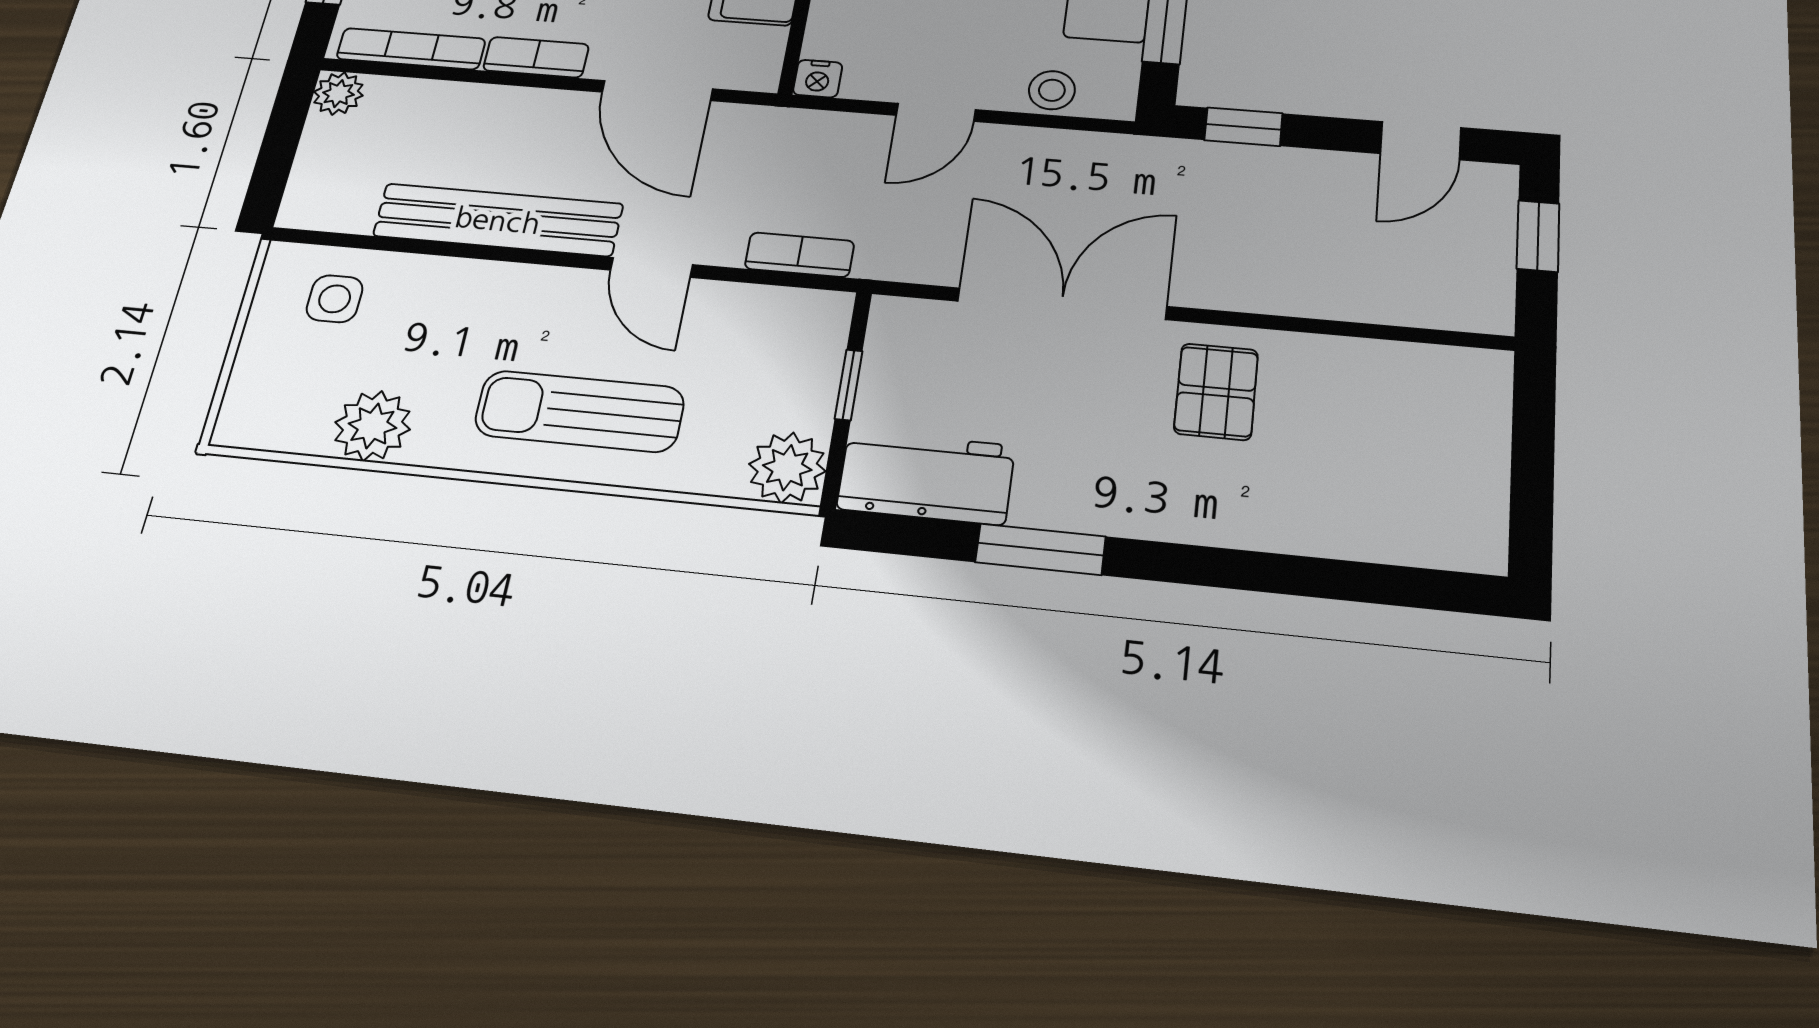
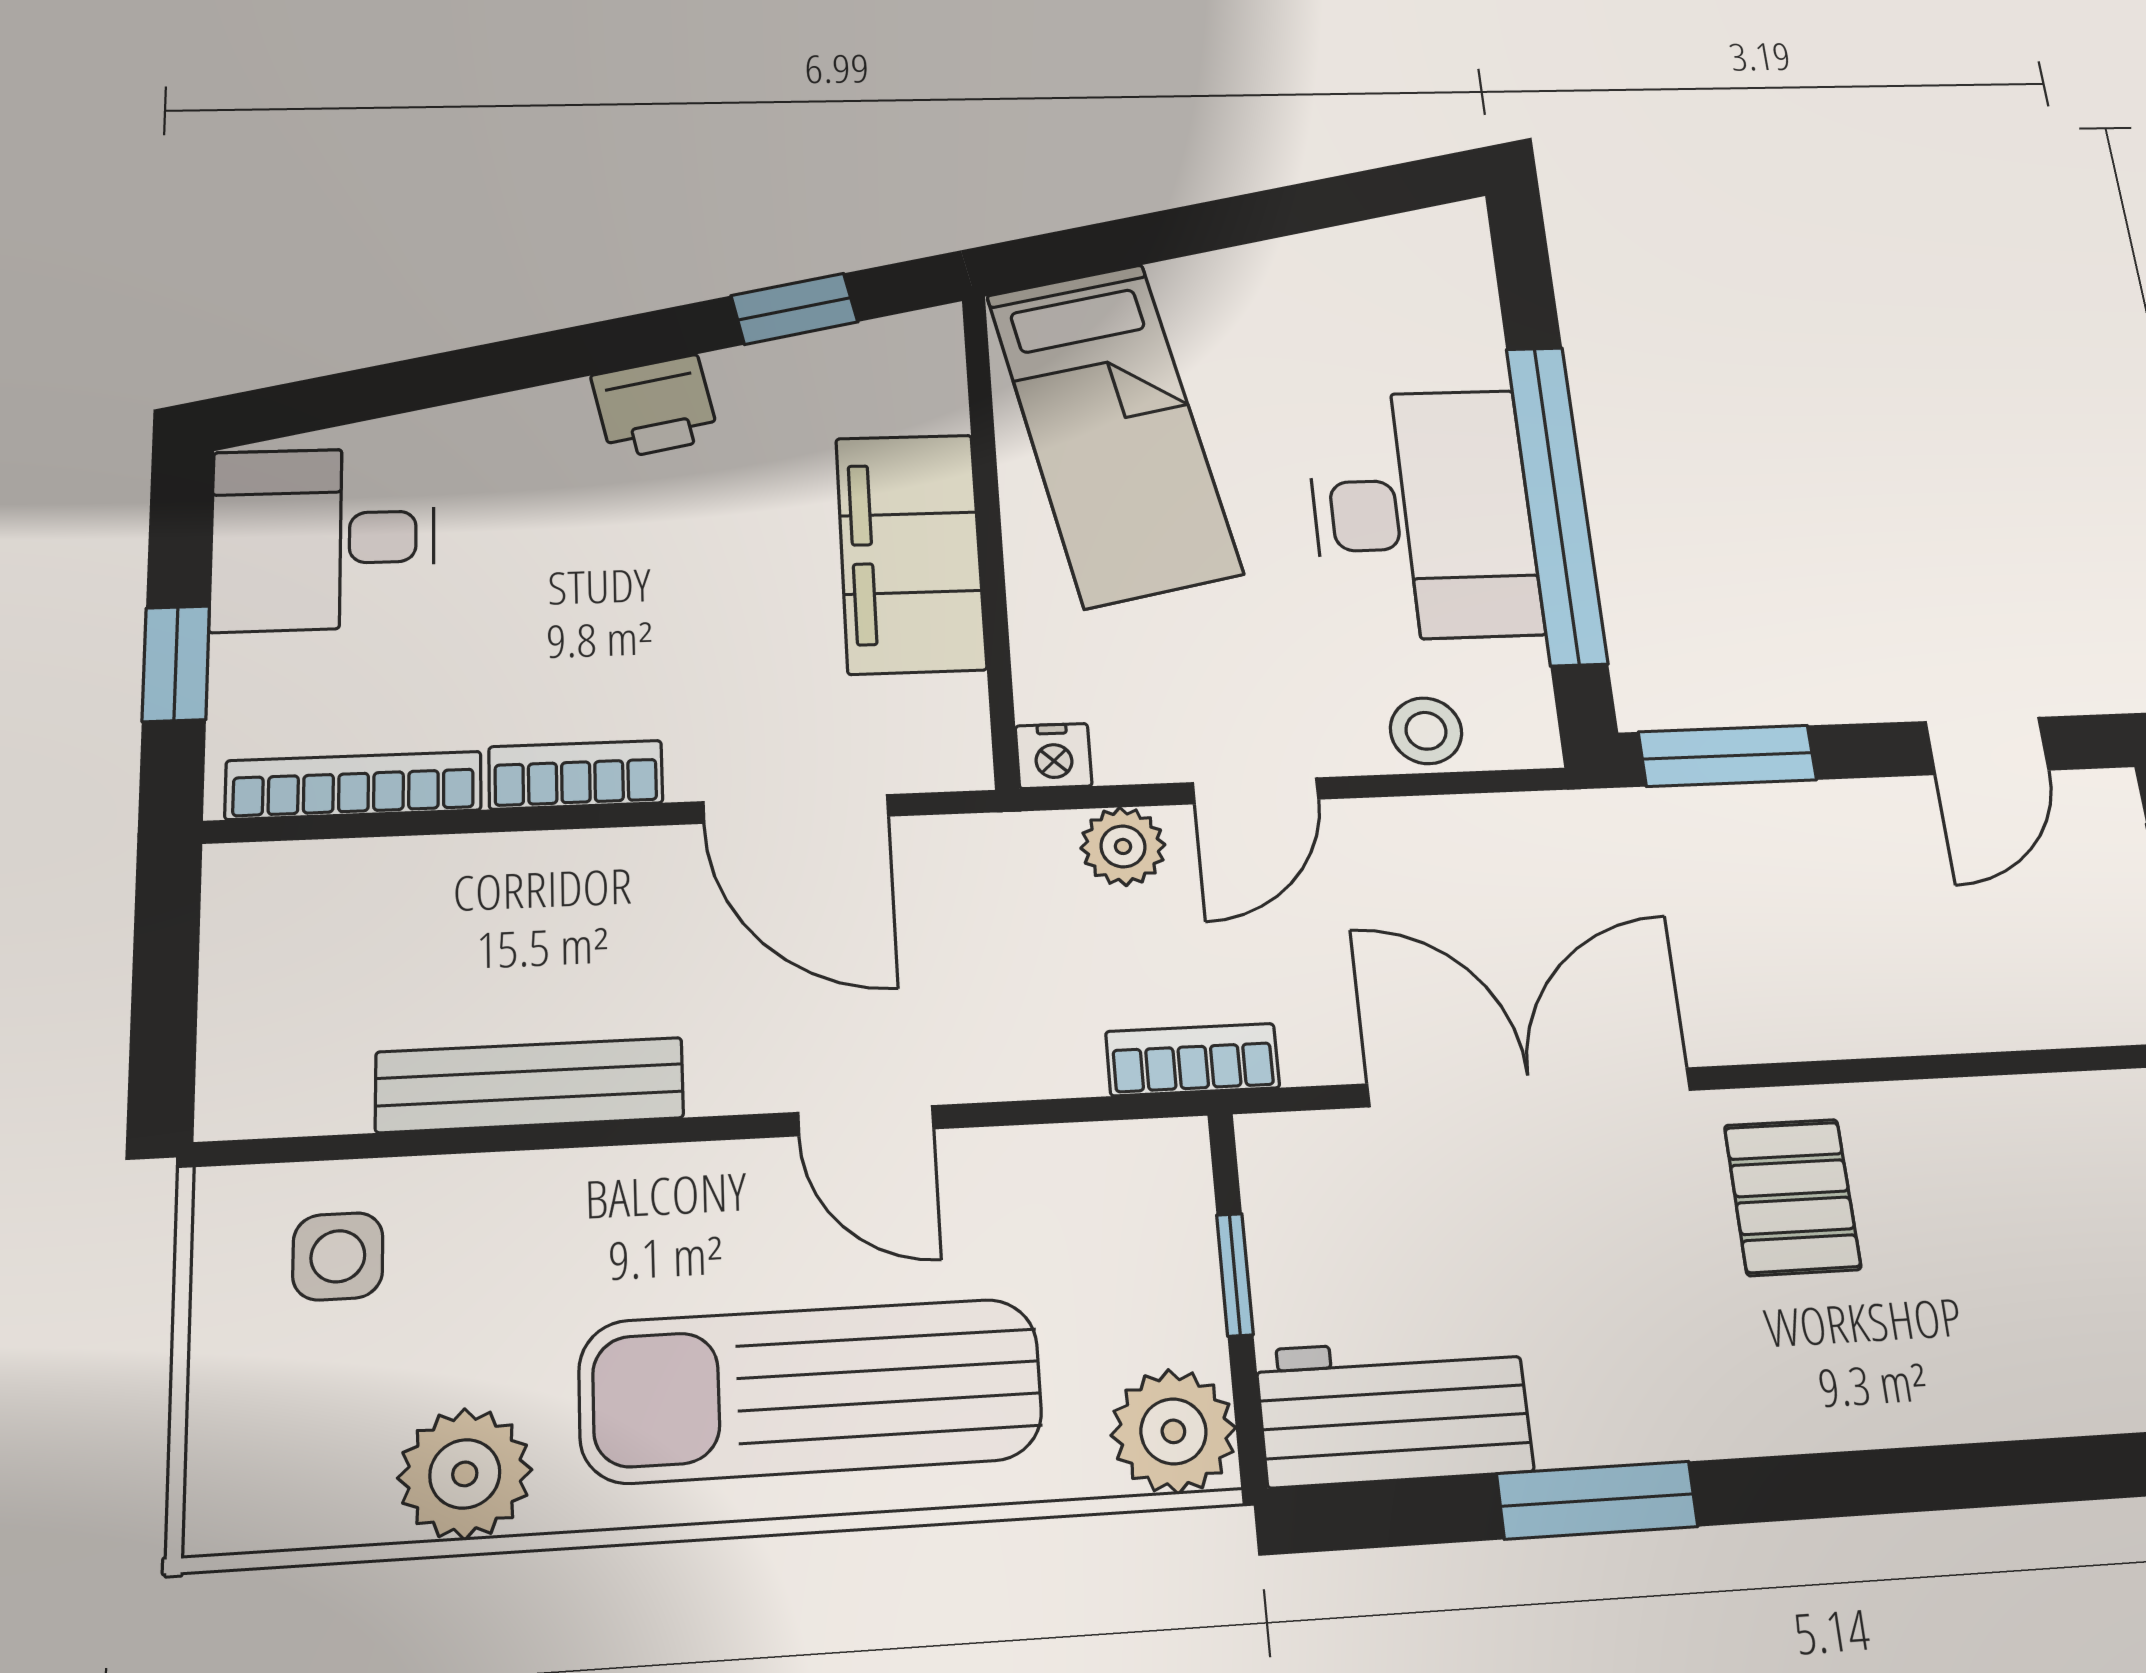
plant: (338, 94) -> (1123, 846), moved
window: (1243, 127) -> (1727, 756), width x1.50
bench: (498, 220) -> (530, 1085), width x0.73, depth x0.82
bookcase: (800, 255) -> (1193, 1060), moved
sun lounger: (579, 411) -> (811, 1390), width x1.36, depth x1.34

